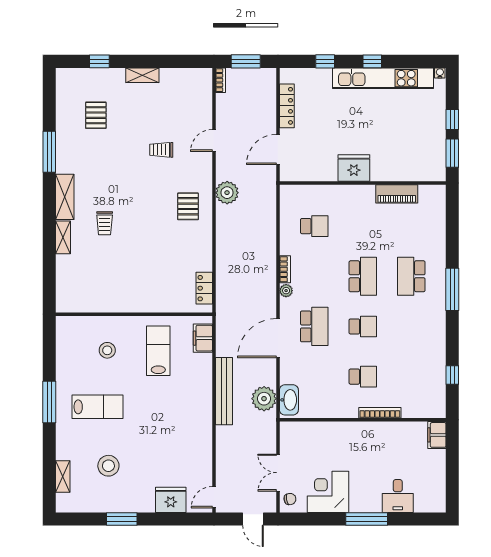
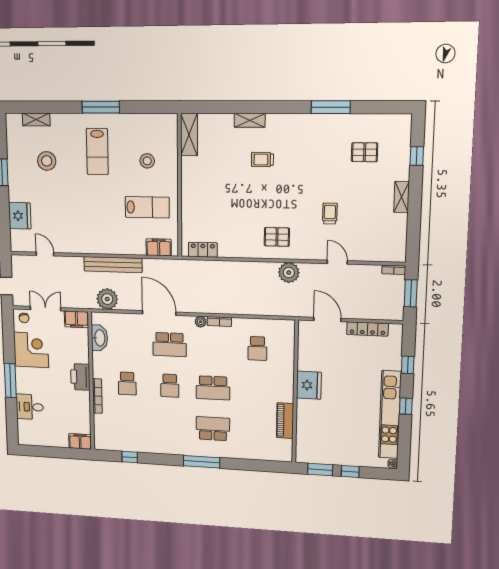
shelving: (65, 197) -> (189, 135), moved, turned 90
washbasin: (289, 400) -> (99, 338), moved, turned -90
printer: (358, 433) -> (80, 377), added
filing cabinet: (289, 436) -> (77, 319), added
door: (214, 497) -> (45, 254), moved

